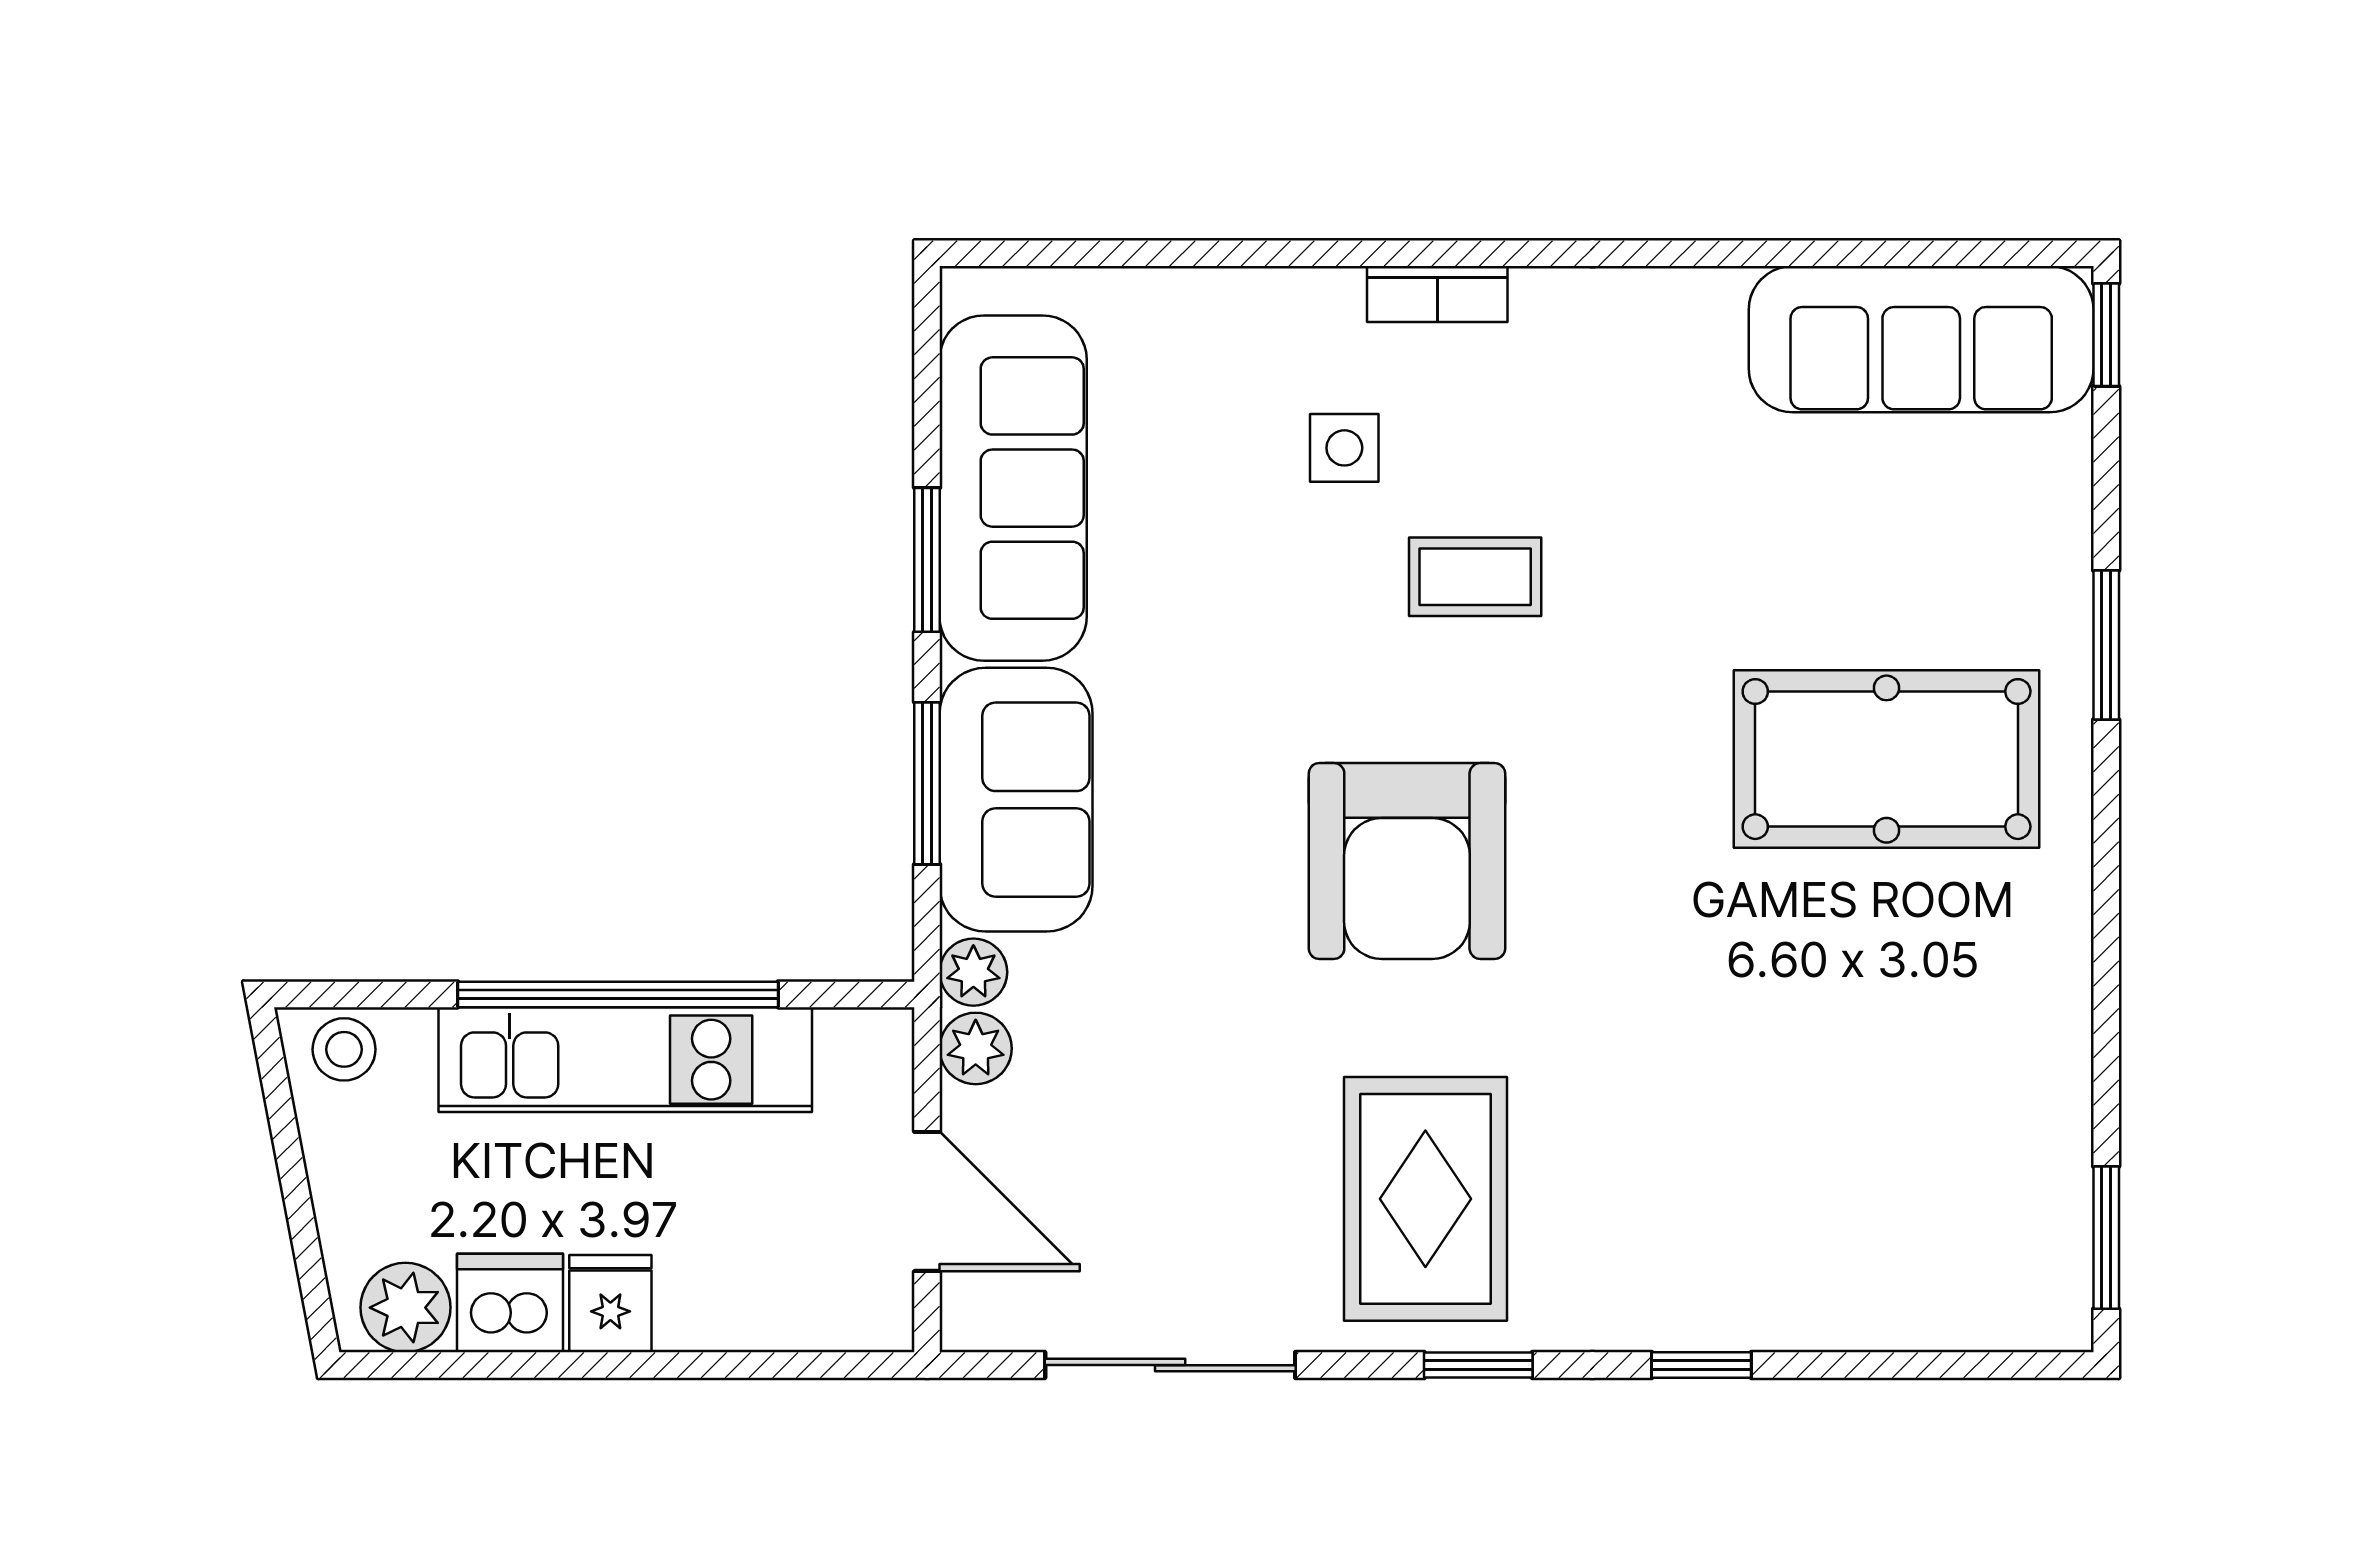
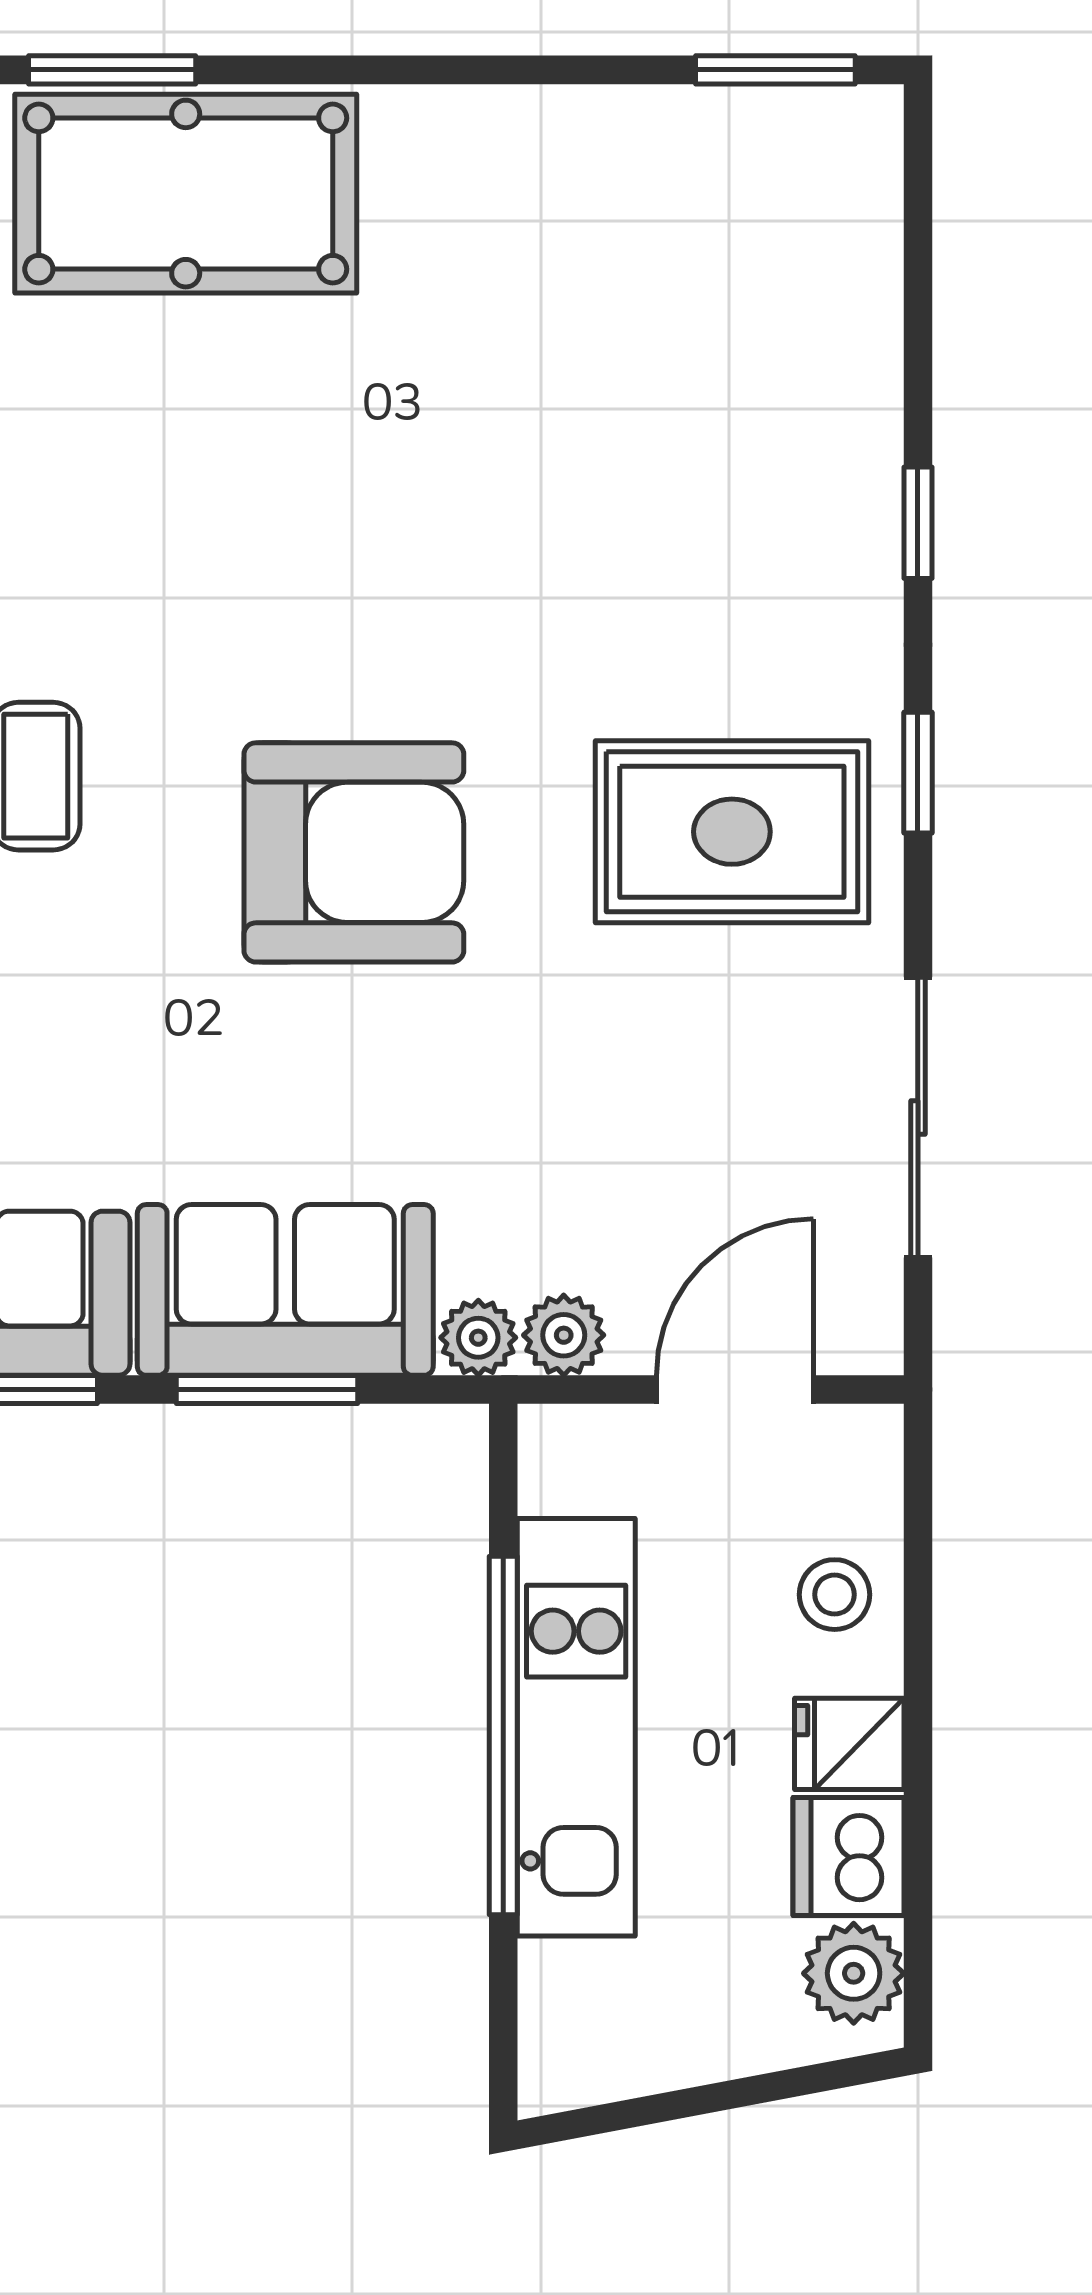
pool table: (1887, 759) -> (186, 194), moved, turned 90
stool: (344, 1049) -> (835, 1595), moved

